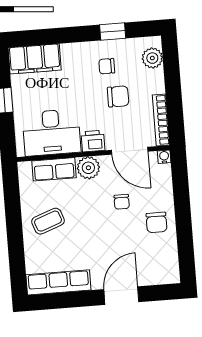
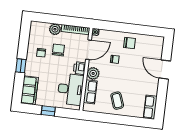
window: (113, 32) -> (21, 66), moved
plant: (152, 58) -> (55, 29), moved
row of seats: (58, 282) -> (150, 107), width x0.68

